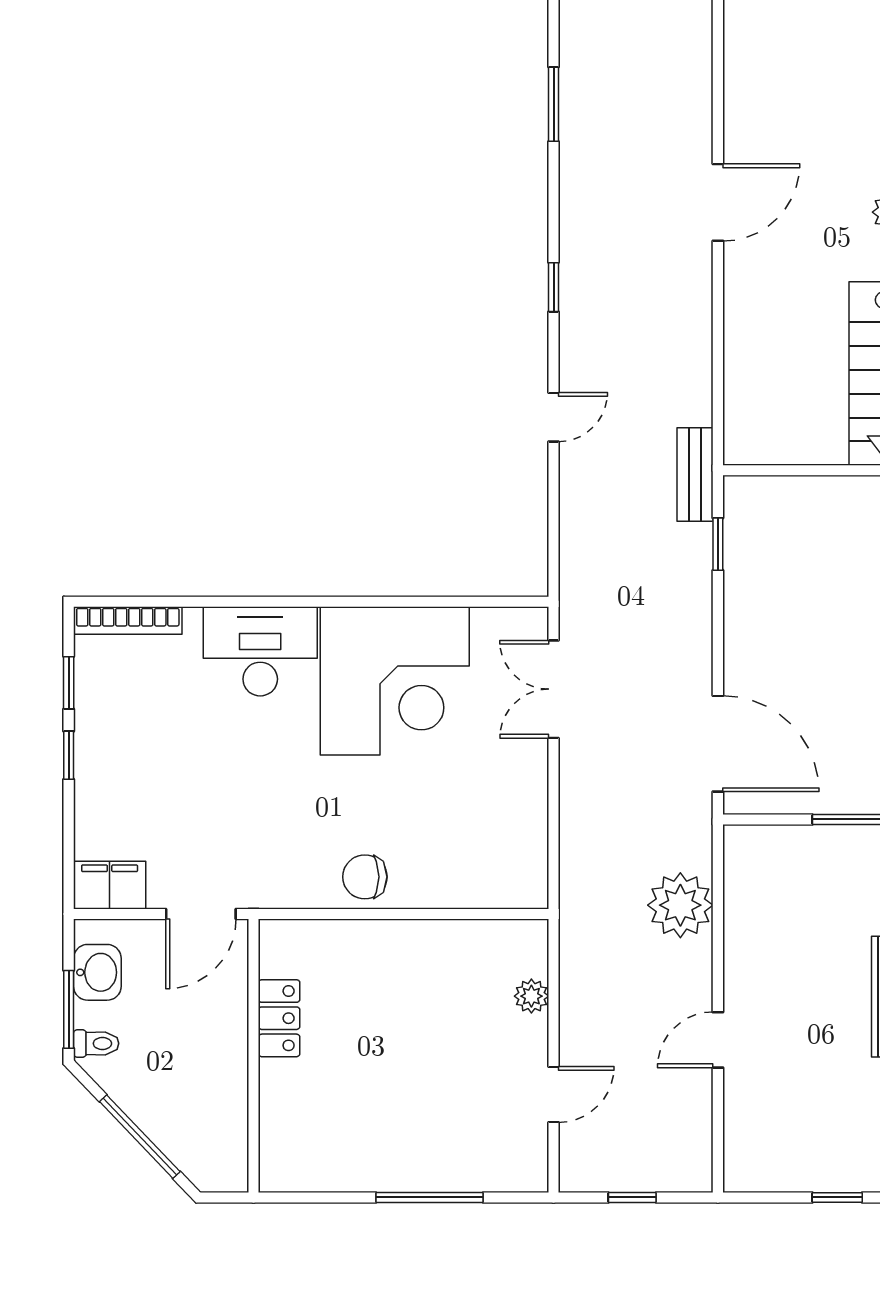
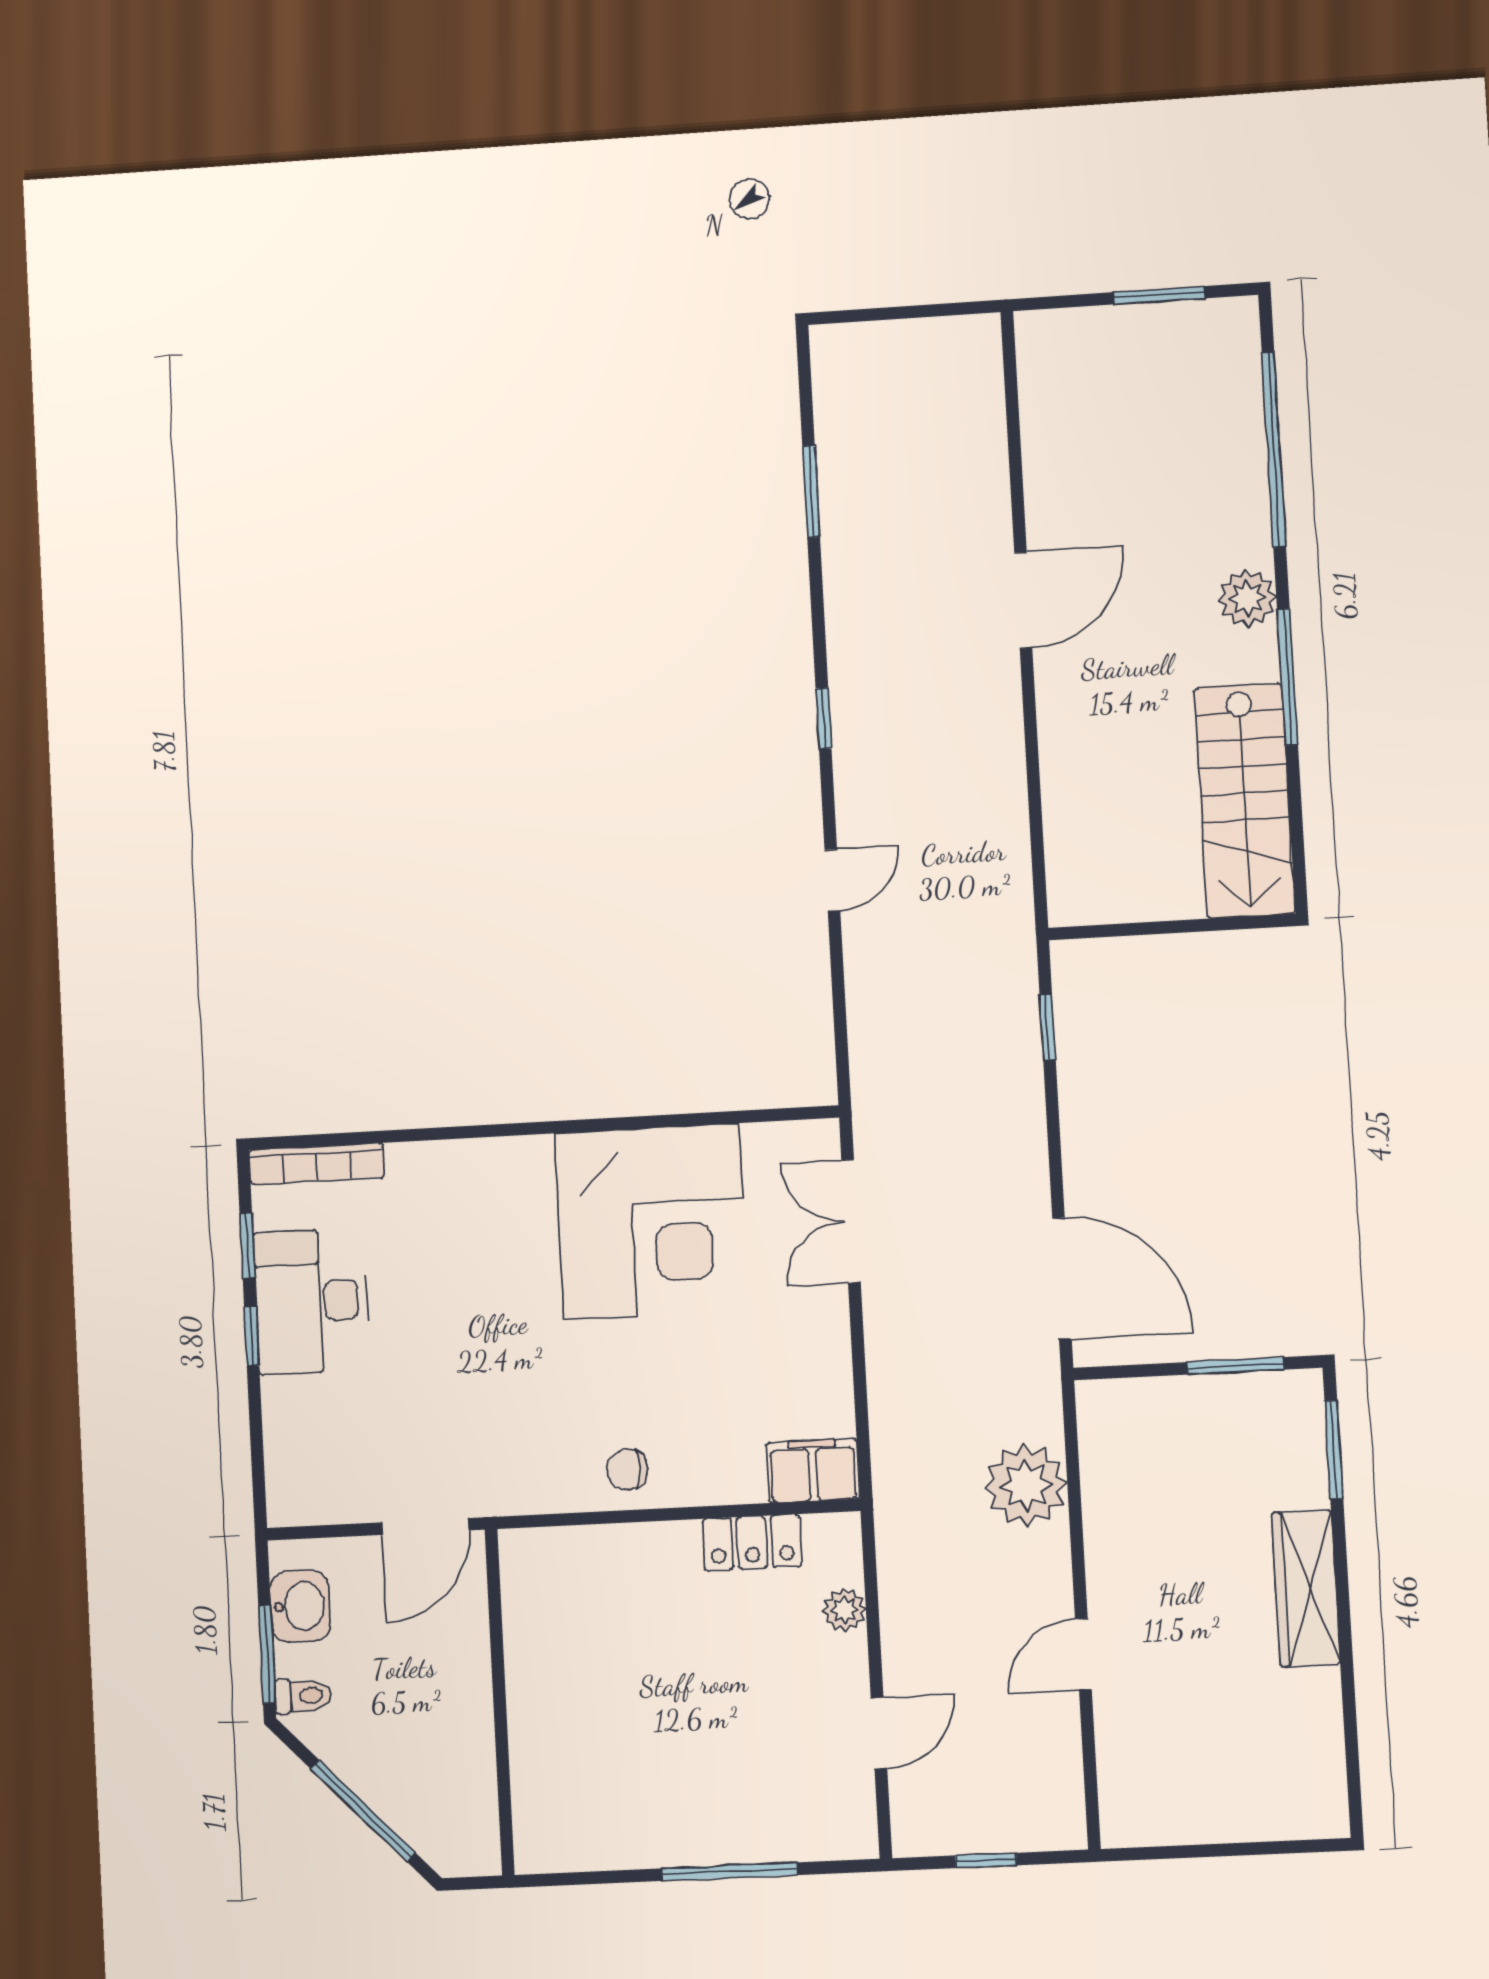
bench: (695, 474) -> (1014, 941), removed
desk: (260, 651) -> (311, 1301), moved, turned -90
chair: (365, 877) -> (627, 1470), width x0.73, depth x0.73
filing cabinet: (110, 885) -> (813, 1471), moved
locker: (279, 1018) -> (752, 1543), moved, turned 90
window: (837, 1197) -> (1247, 1849), removed

